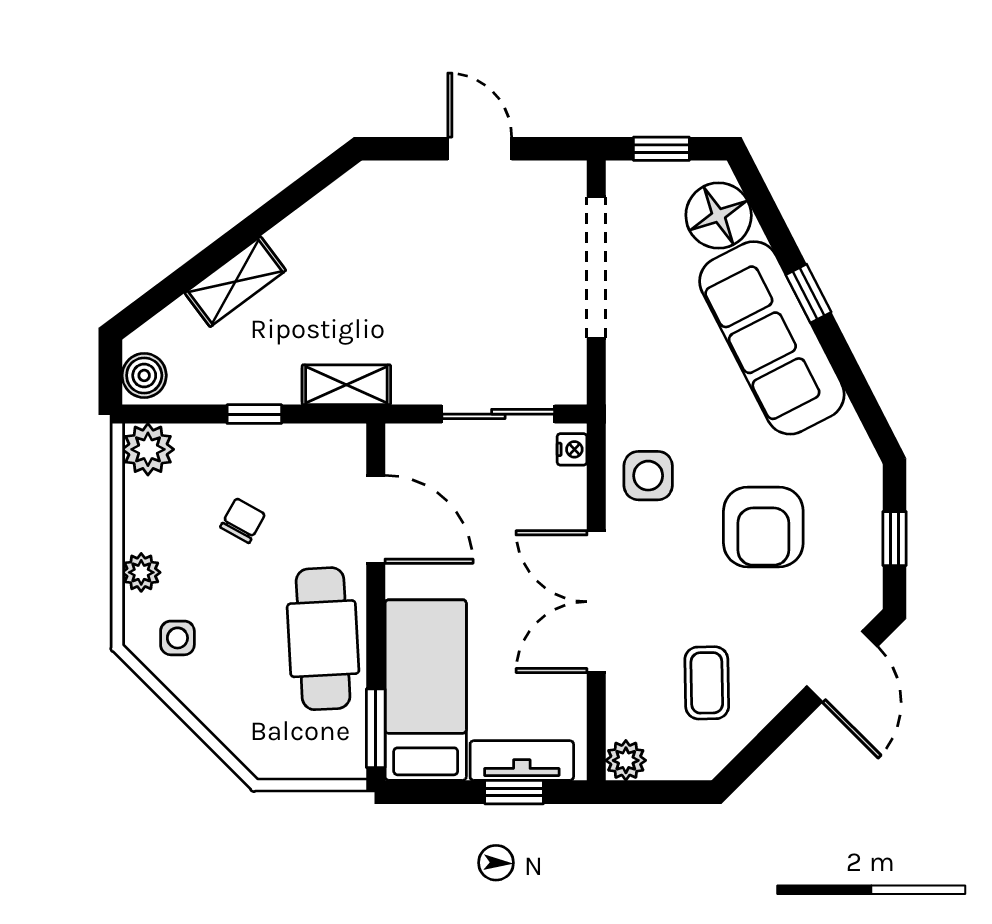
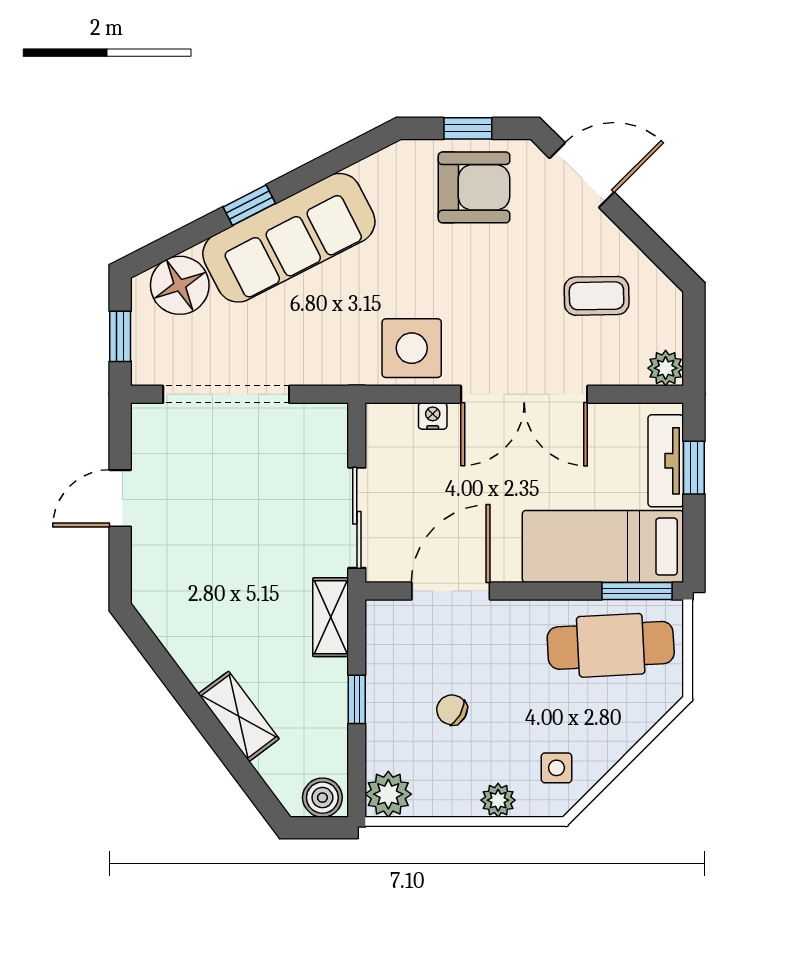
sliding door: (498, 414) -> (357, 518), moved
nightstand: (572, 449) -> (433, 416), moved
side table: (648, 476) -> (412, 348), width x1.37, depth x1.37
armchair: (763, 527) -> (474, 187), moved
cafe table: (323, 639) -> (611, 645), moved

